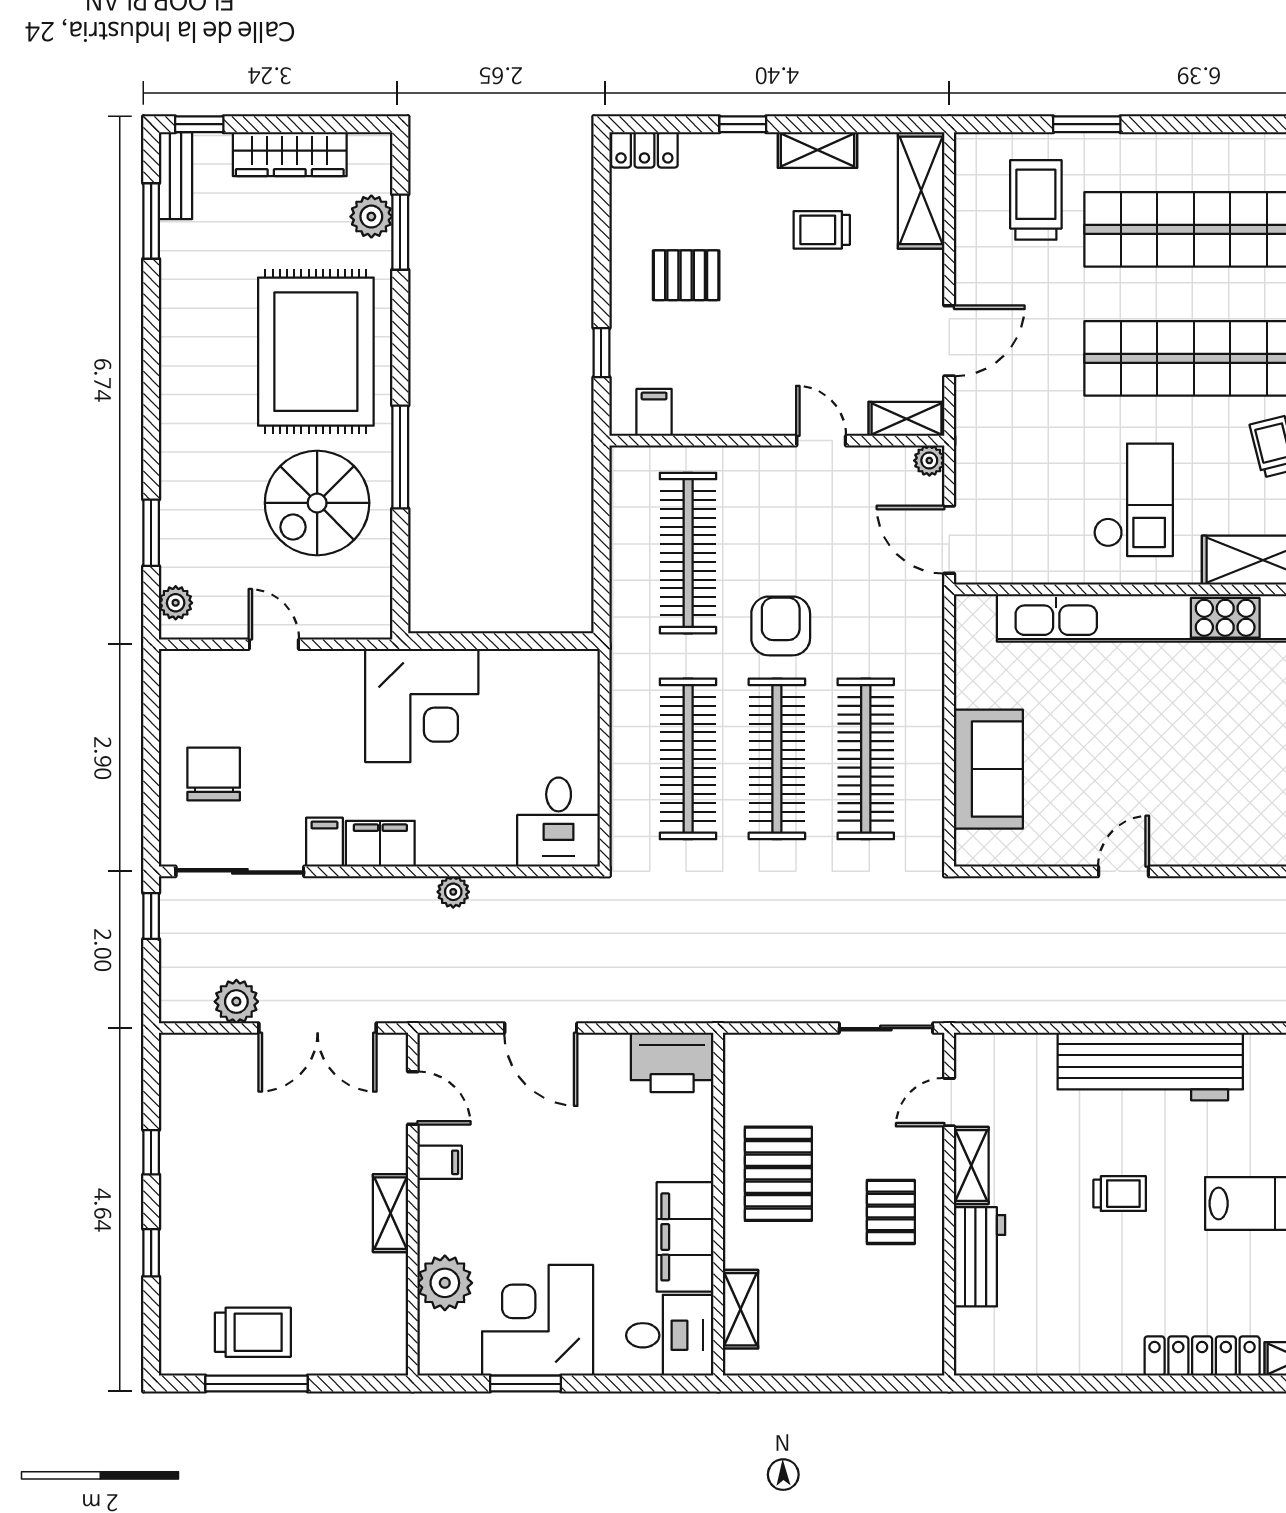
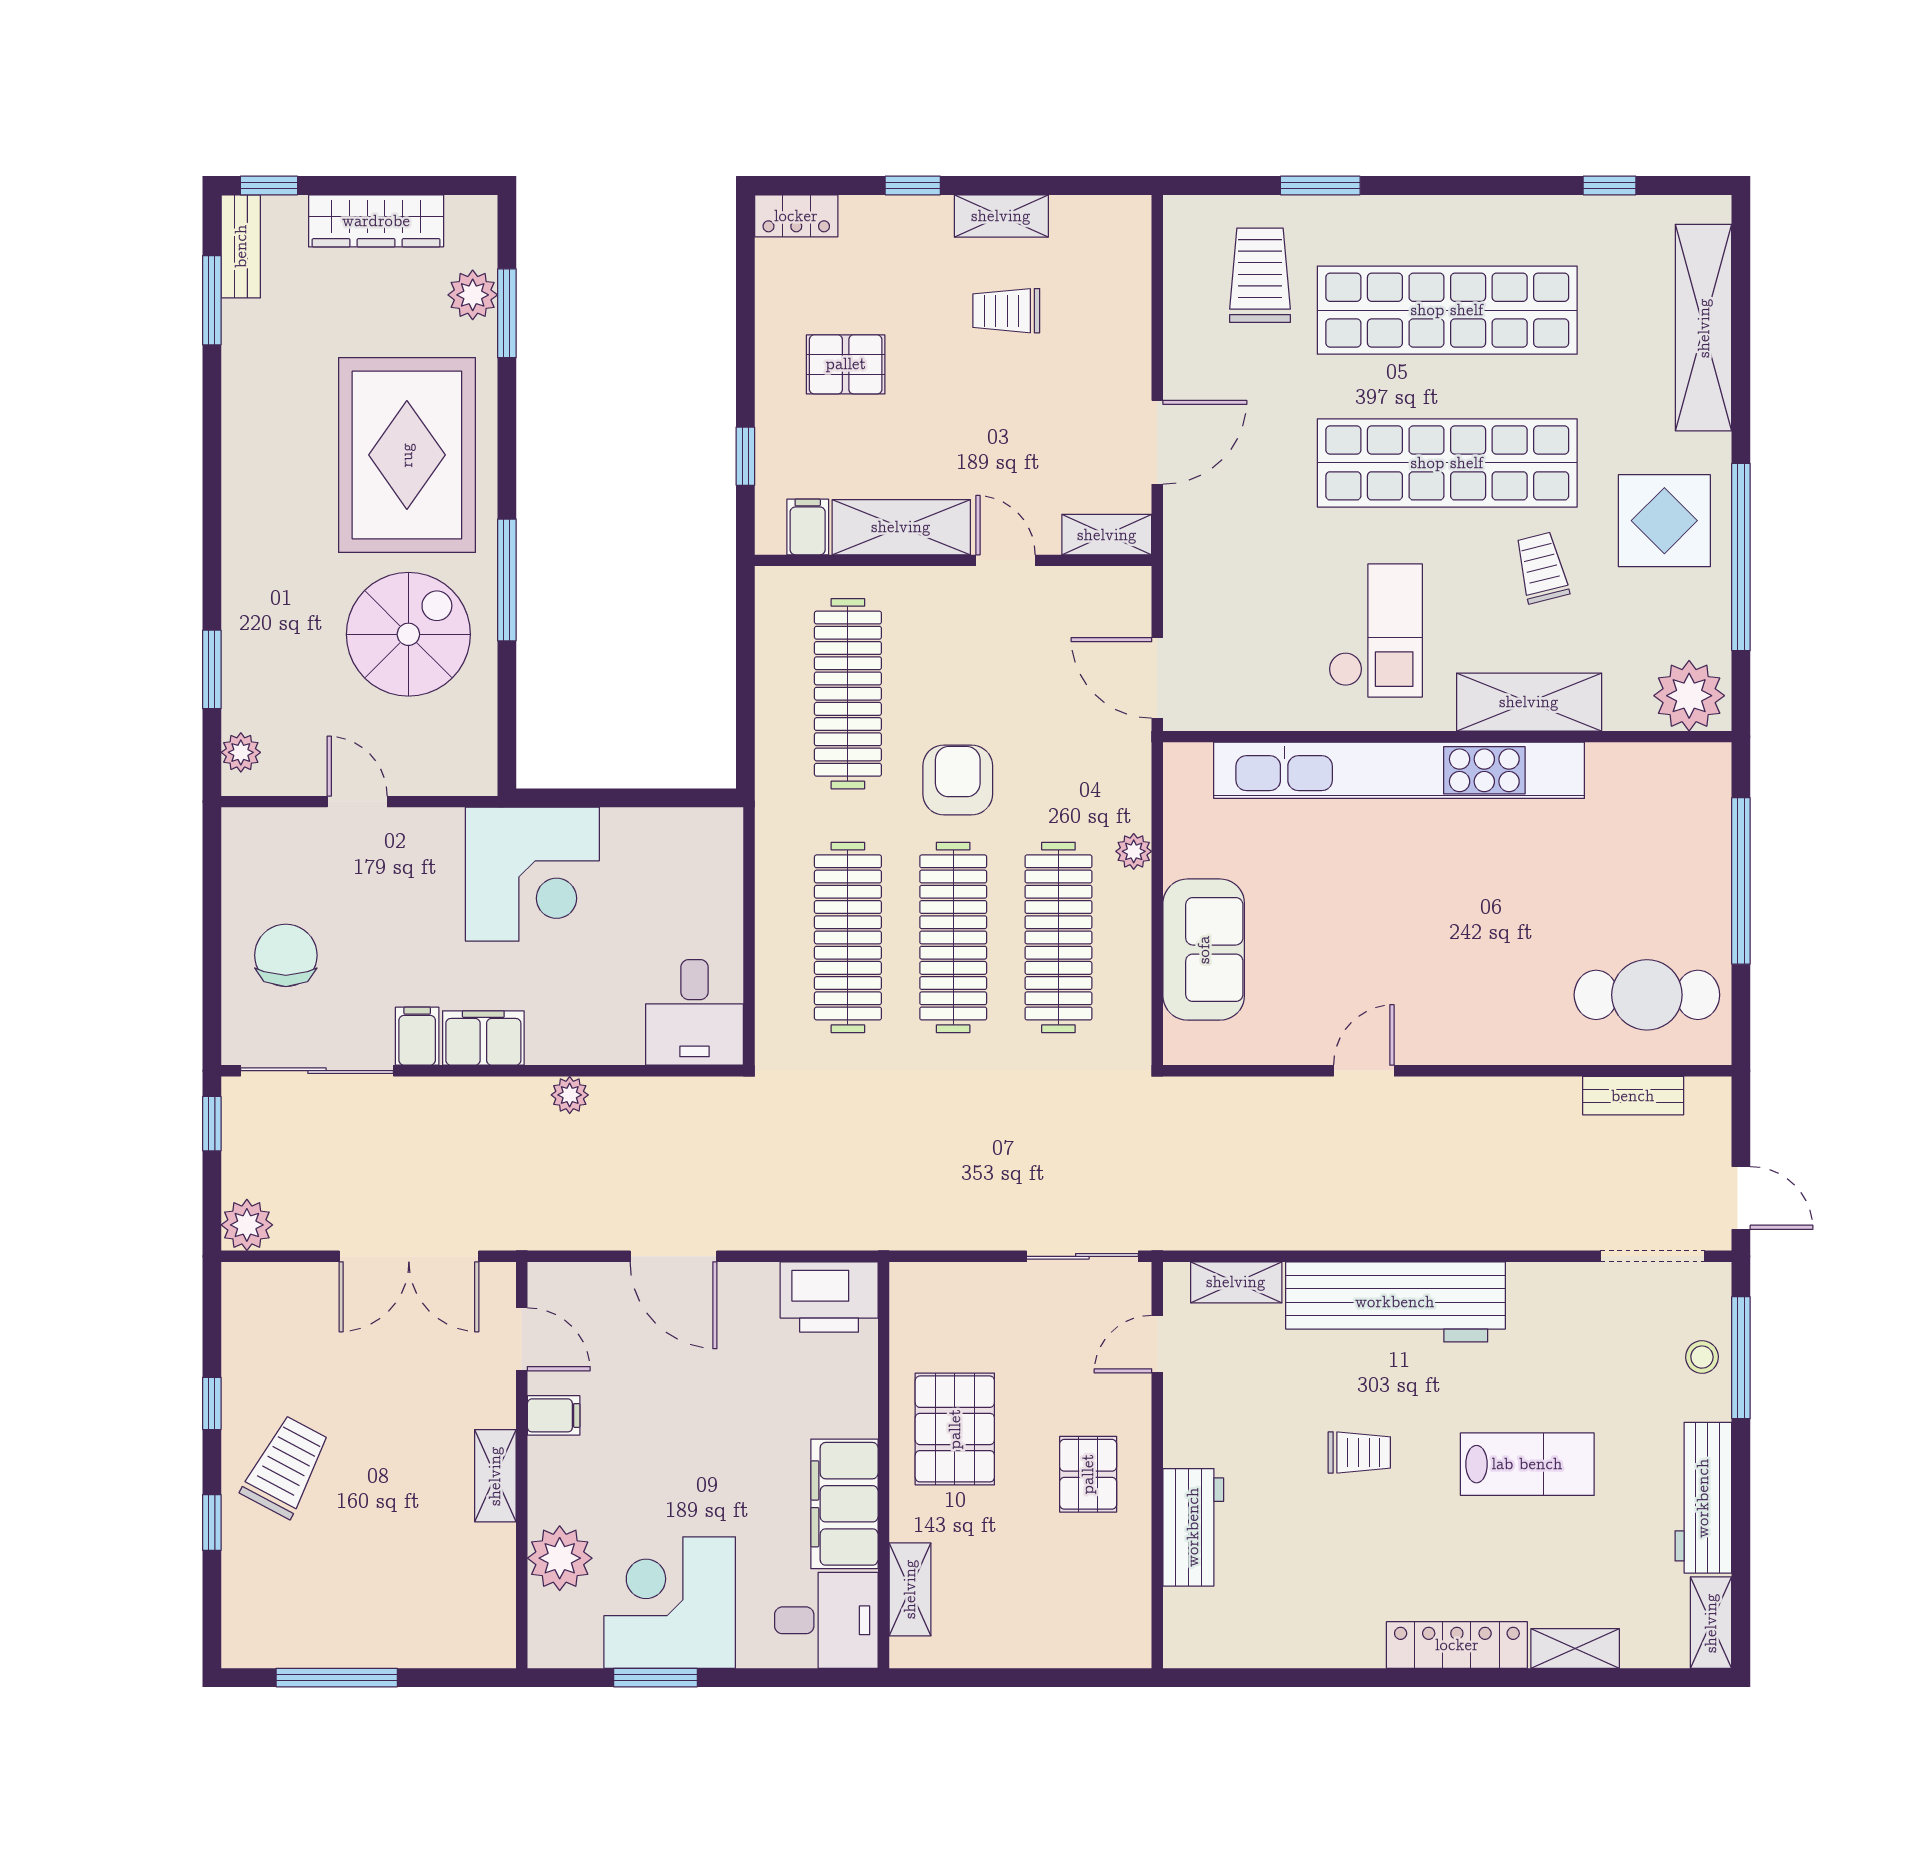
shelving: (921, 190) -> (901, 527), moved, turned 90
plant: (929, 461) -> (1134, 851), moved
spiral stairs: (317, 503) -> (408, 634), turned 180
plant: (236, 1002) -> (247, 1225), moved
shelving: (971, 1165) -> (1236, 1282), moved, turned 90
trolley: (253, 1332) -> (286, 1467), moved, turned -62

